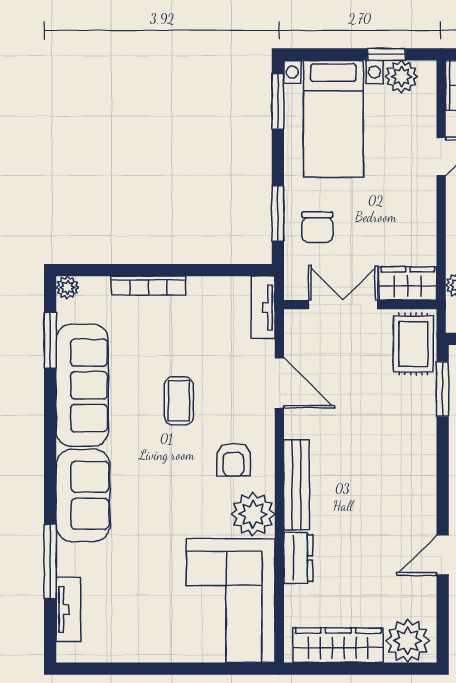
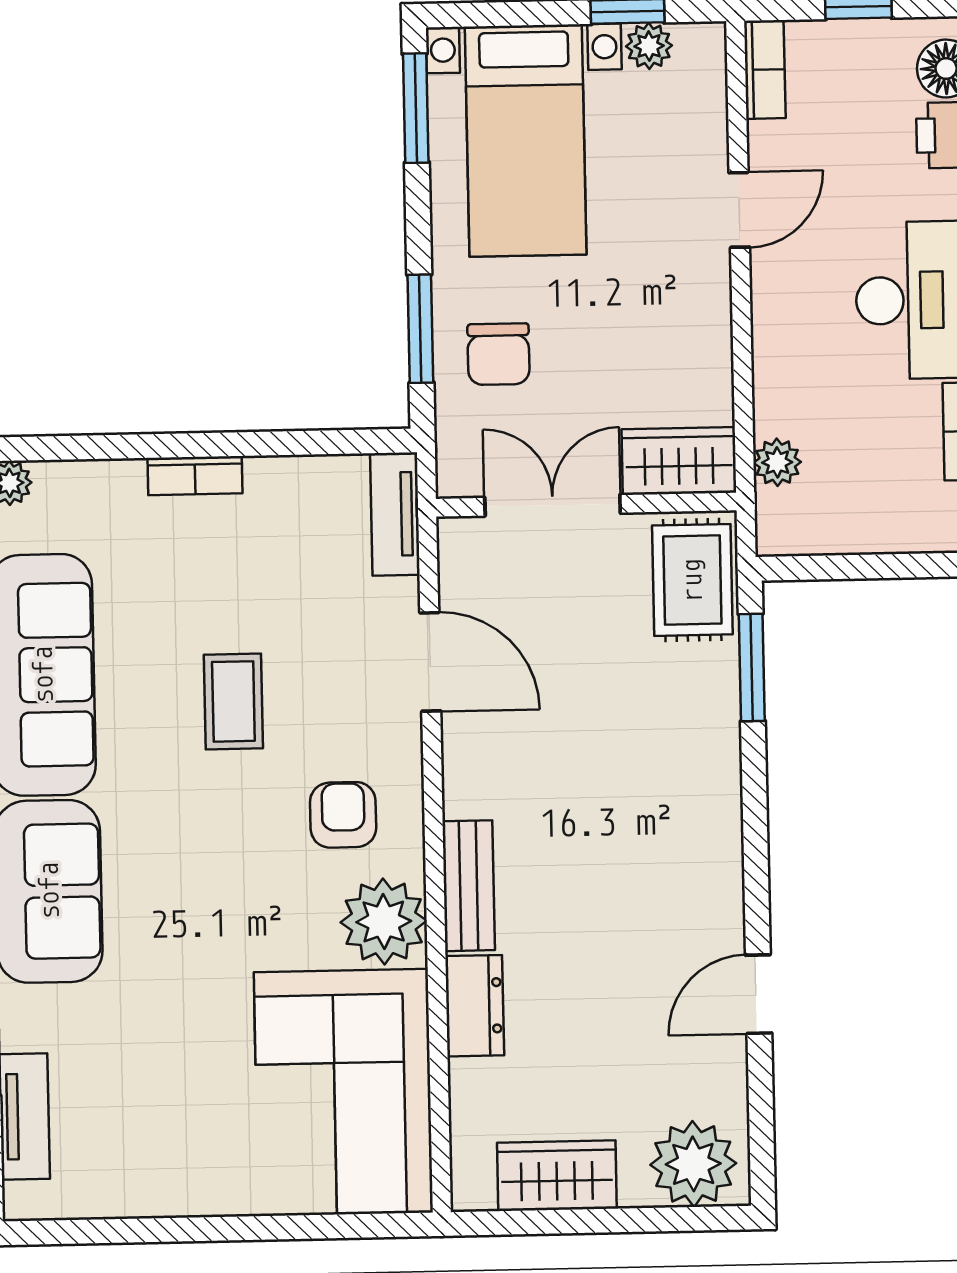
plant: (401, 77) -> (649, 46), width x0.73, depth x0.73
bookcase: (148, 286) -> (195, 476), width x0.64
armchair: (233, 460) -> (343, 815), turned 180
bench: (297, 485) -> (469, 886), width x0.73
wardrobe: (338, 645) -> (557, 1176), width x0.67

